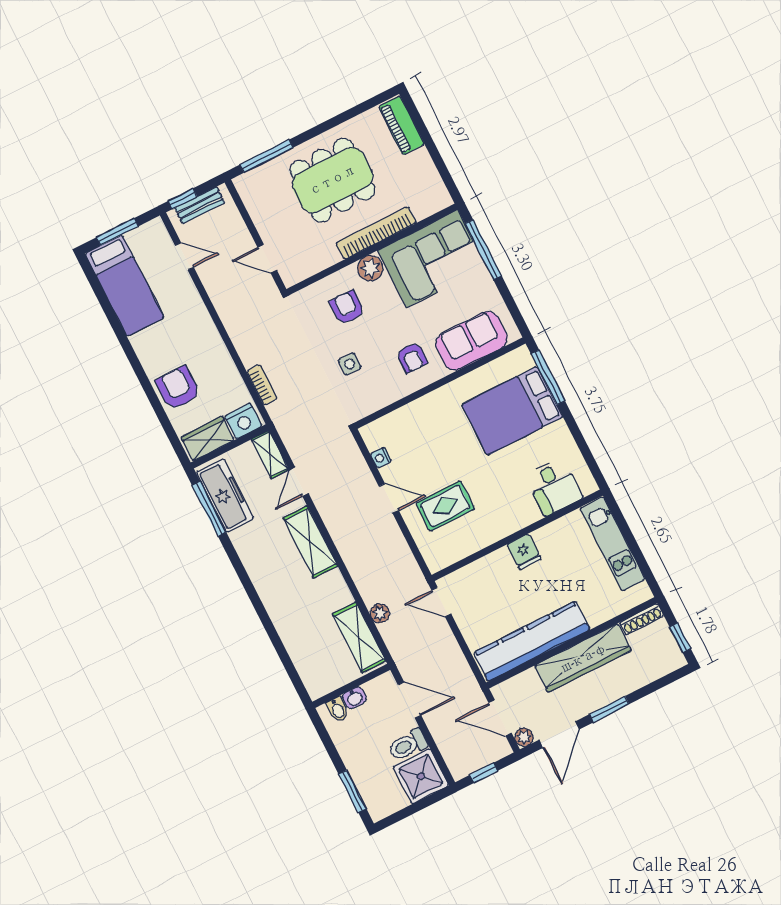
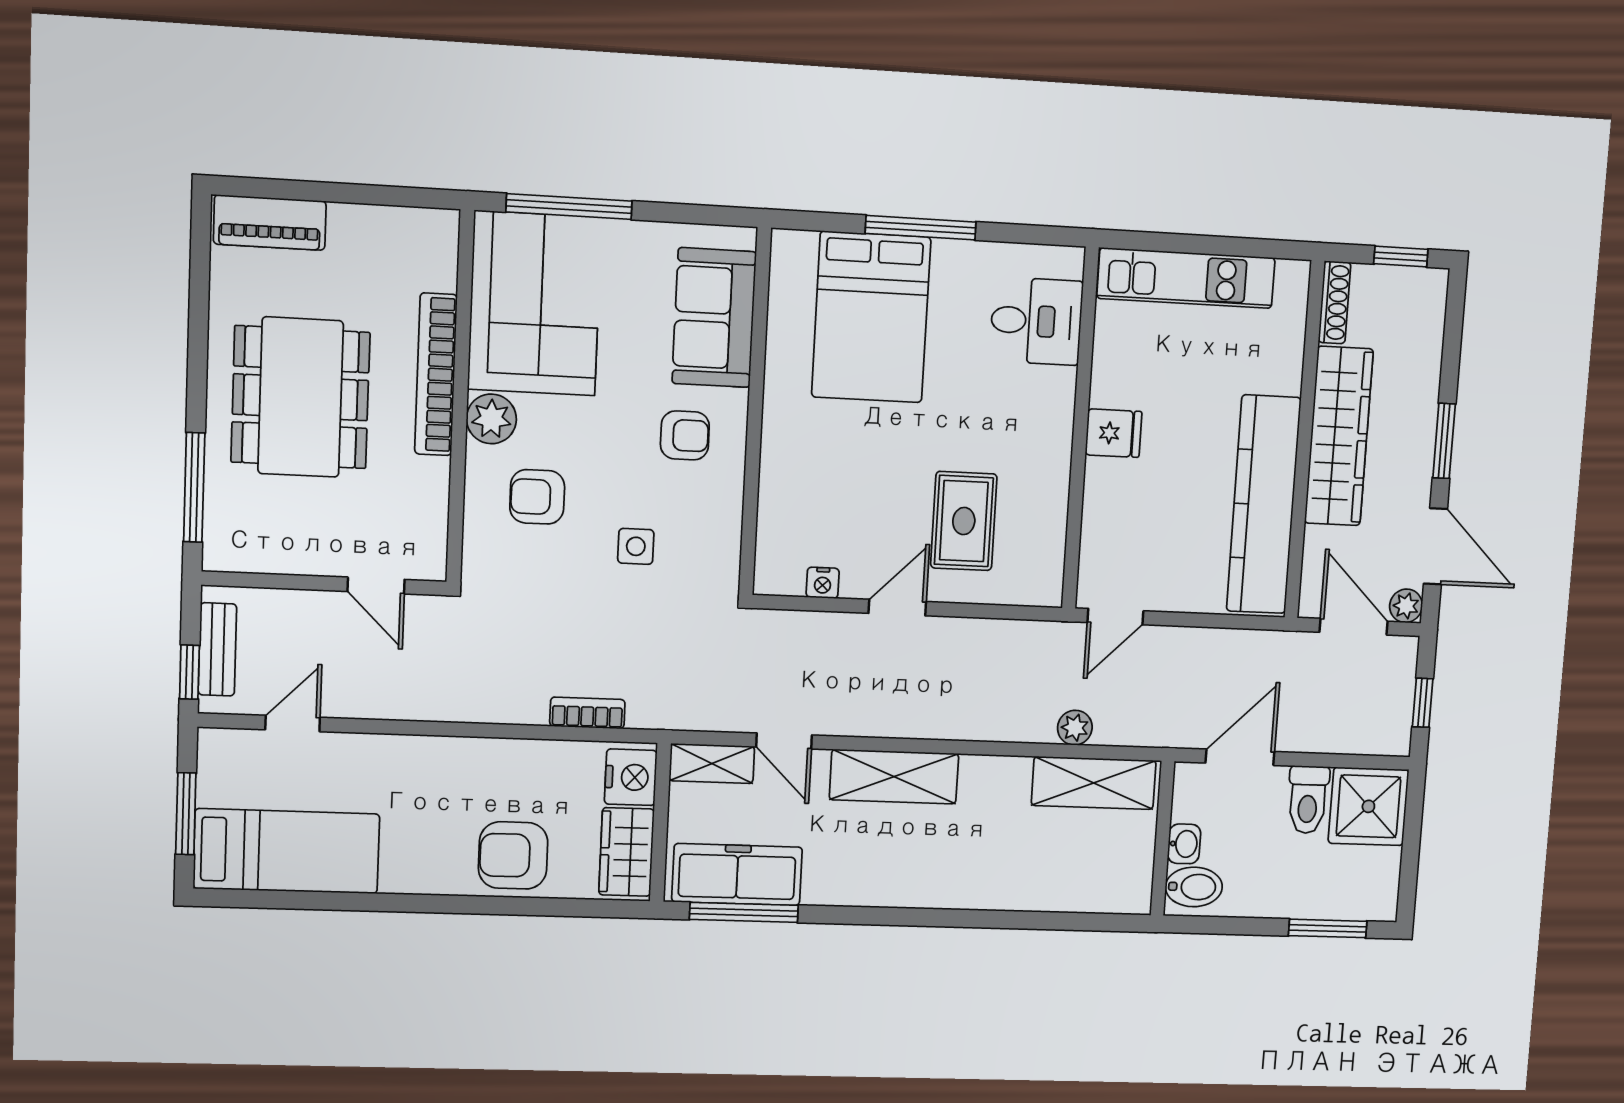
door: (267, 259) -> (376, 585), hinge flipped
window: (548, 377) -> (921, 228), moved
bidet: (338, 709) -> (1194, 887), width x1.38, depth x1.36
door: (500, 718) -> (1354, 627), swing flipped

